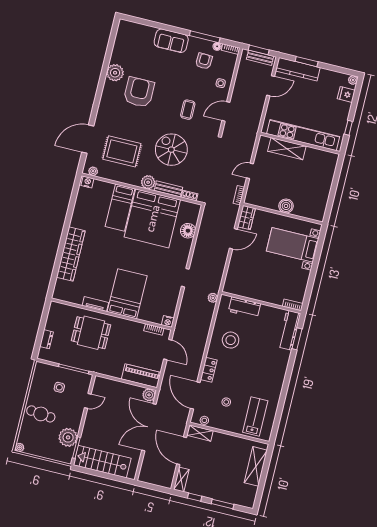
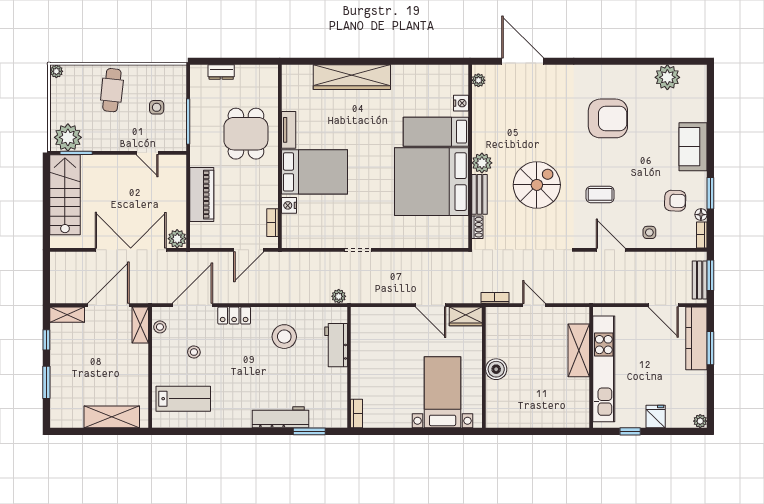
window: (205, 37) -> (710, 193), width x0.69
plant: (115, 73) -> (667, 77), moved
fridge: (346, 94) -> (656, 417), moved
rug: (122, 151) -> (517, 115), removed
nightstand: (87, 182) -> (461, 103), moved
floor lamp: (188, 231) -> (426, 237), removed
nightstand: (168, 321) -> (289, 205), moved
workbench: (289, 330) -> (280, 417), moved
piano: (141, 376) -> (202, 195), moved
plant: (68, 437) -> (68, 137), moved

